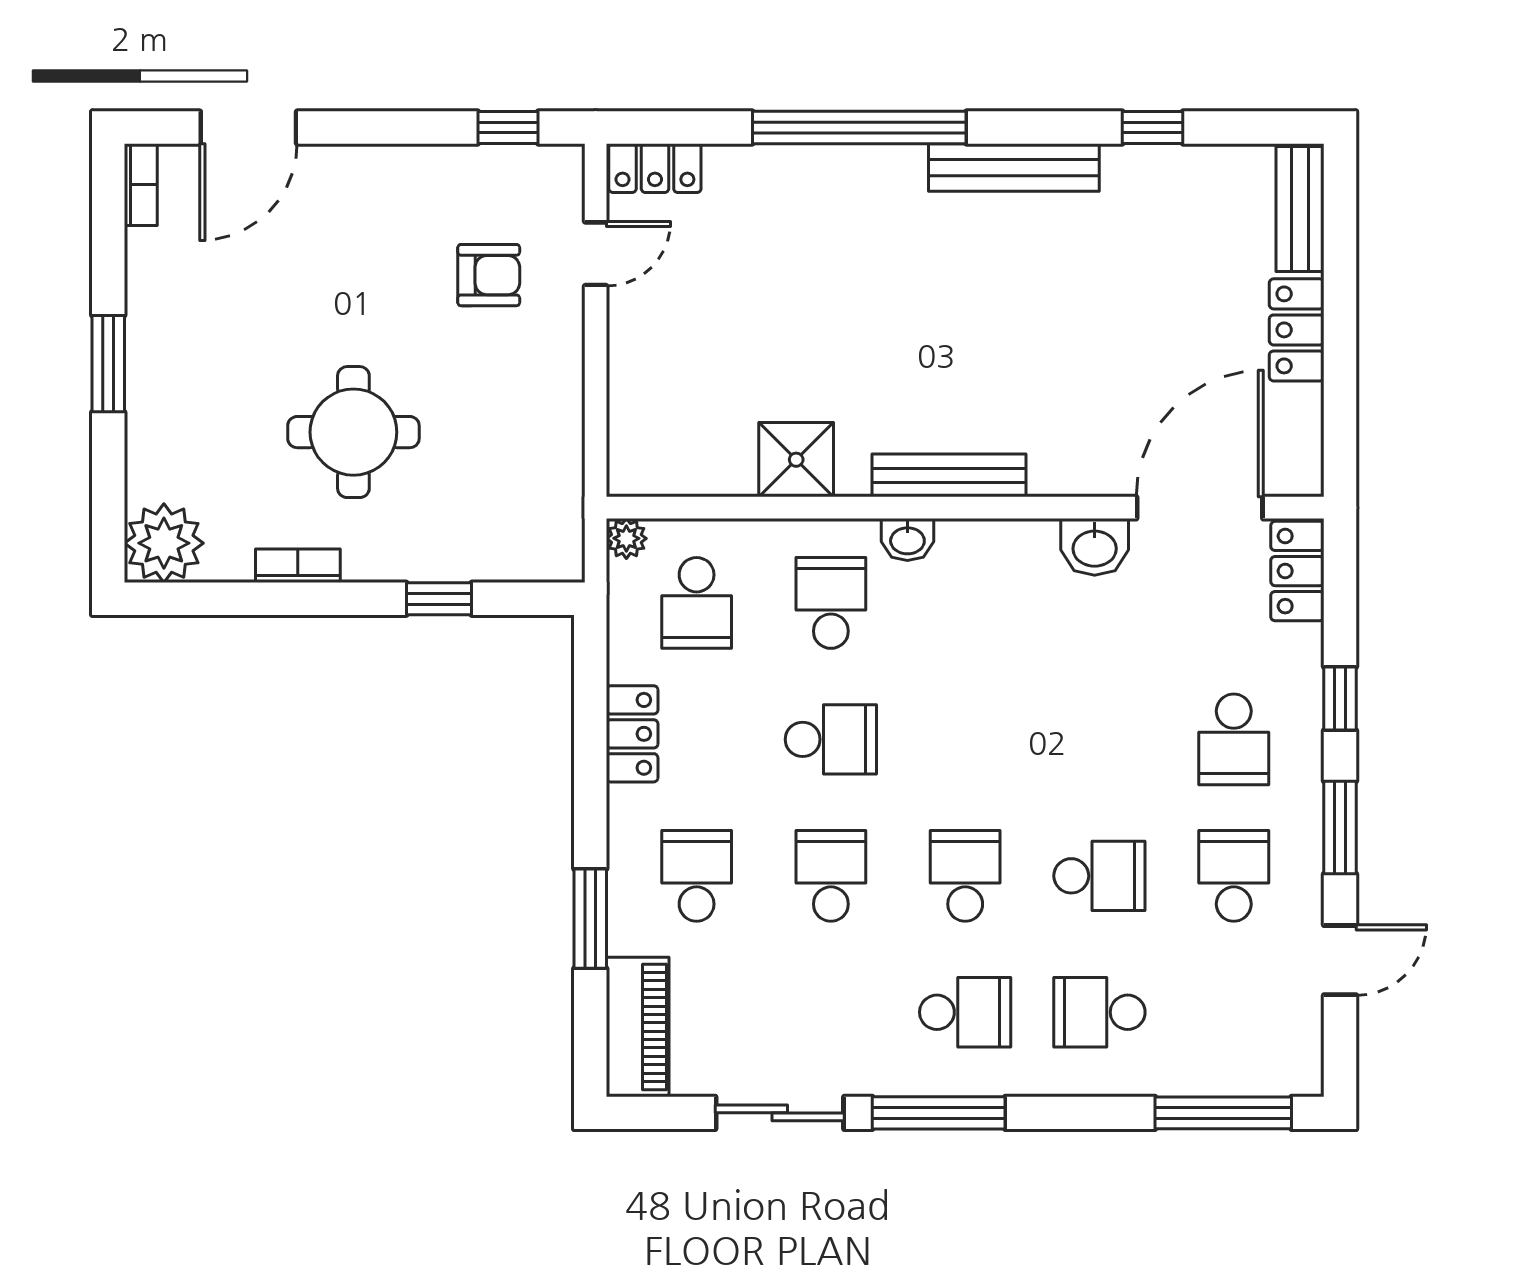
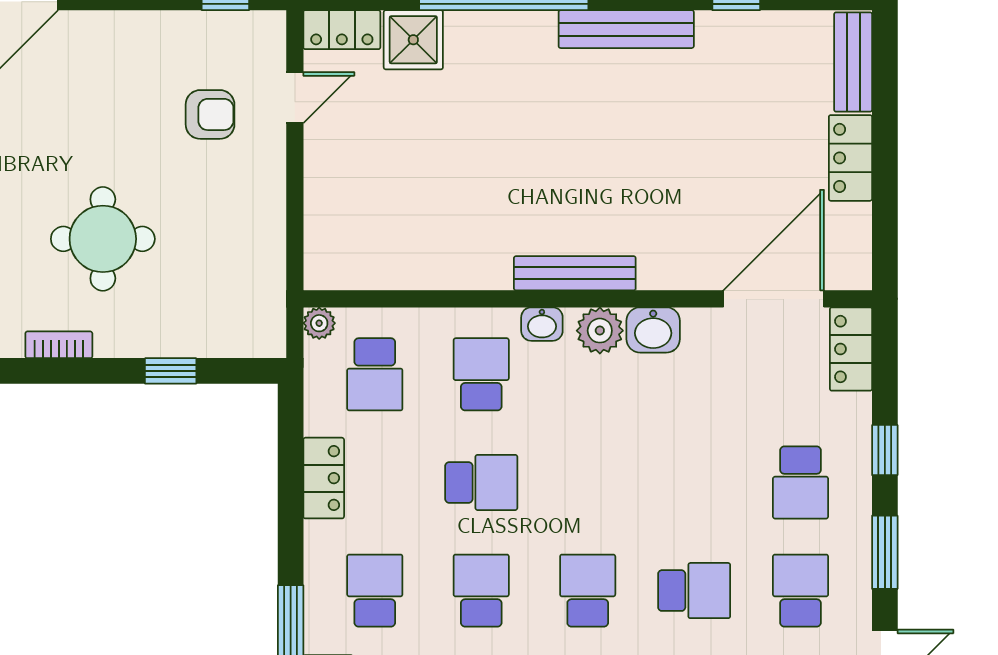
shower: (796, 460) -> (413, 40), moved
washbasin: (1095, 547) -> (653, 330), moved
plant: (980, 548) -> (600, 331), added

